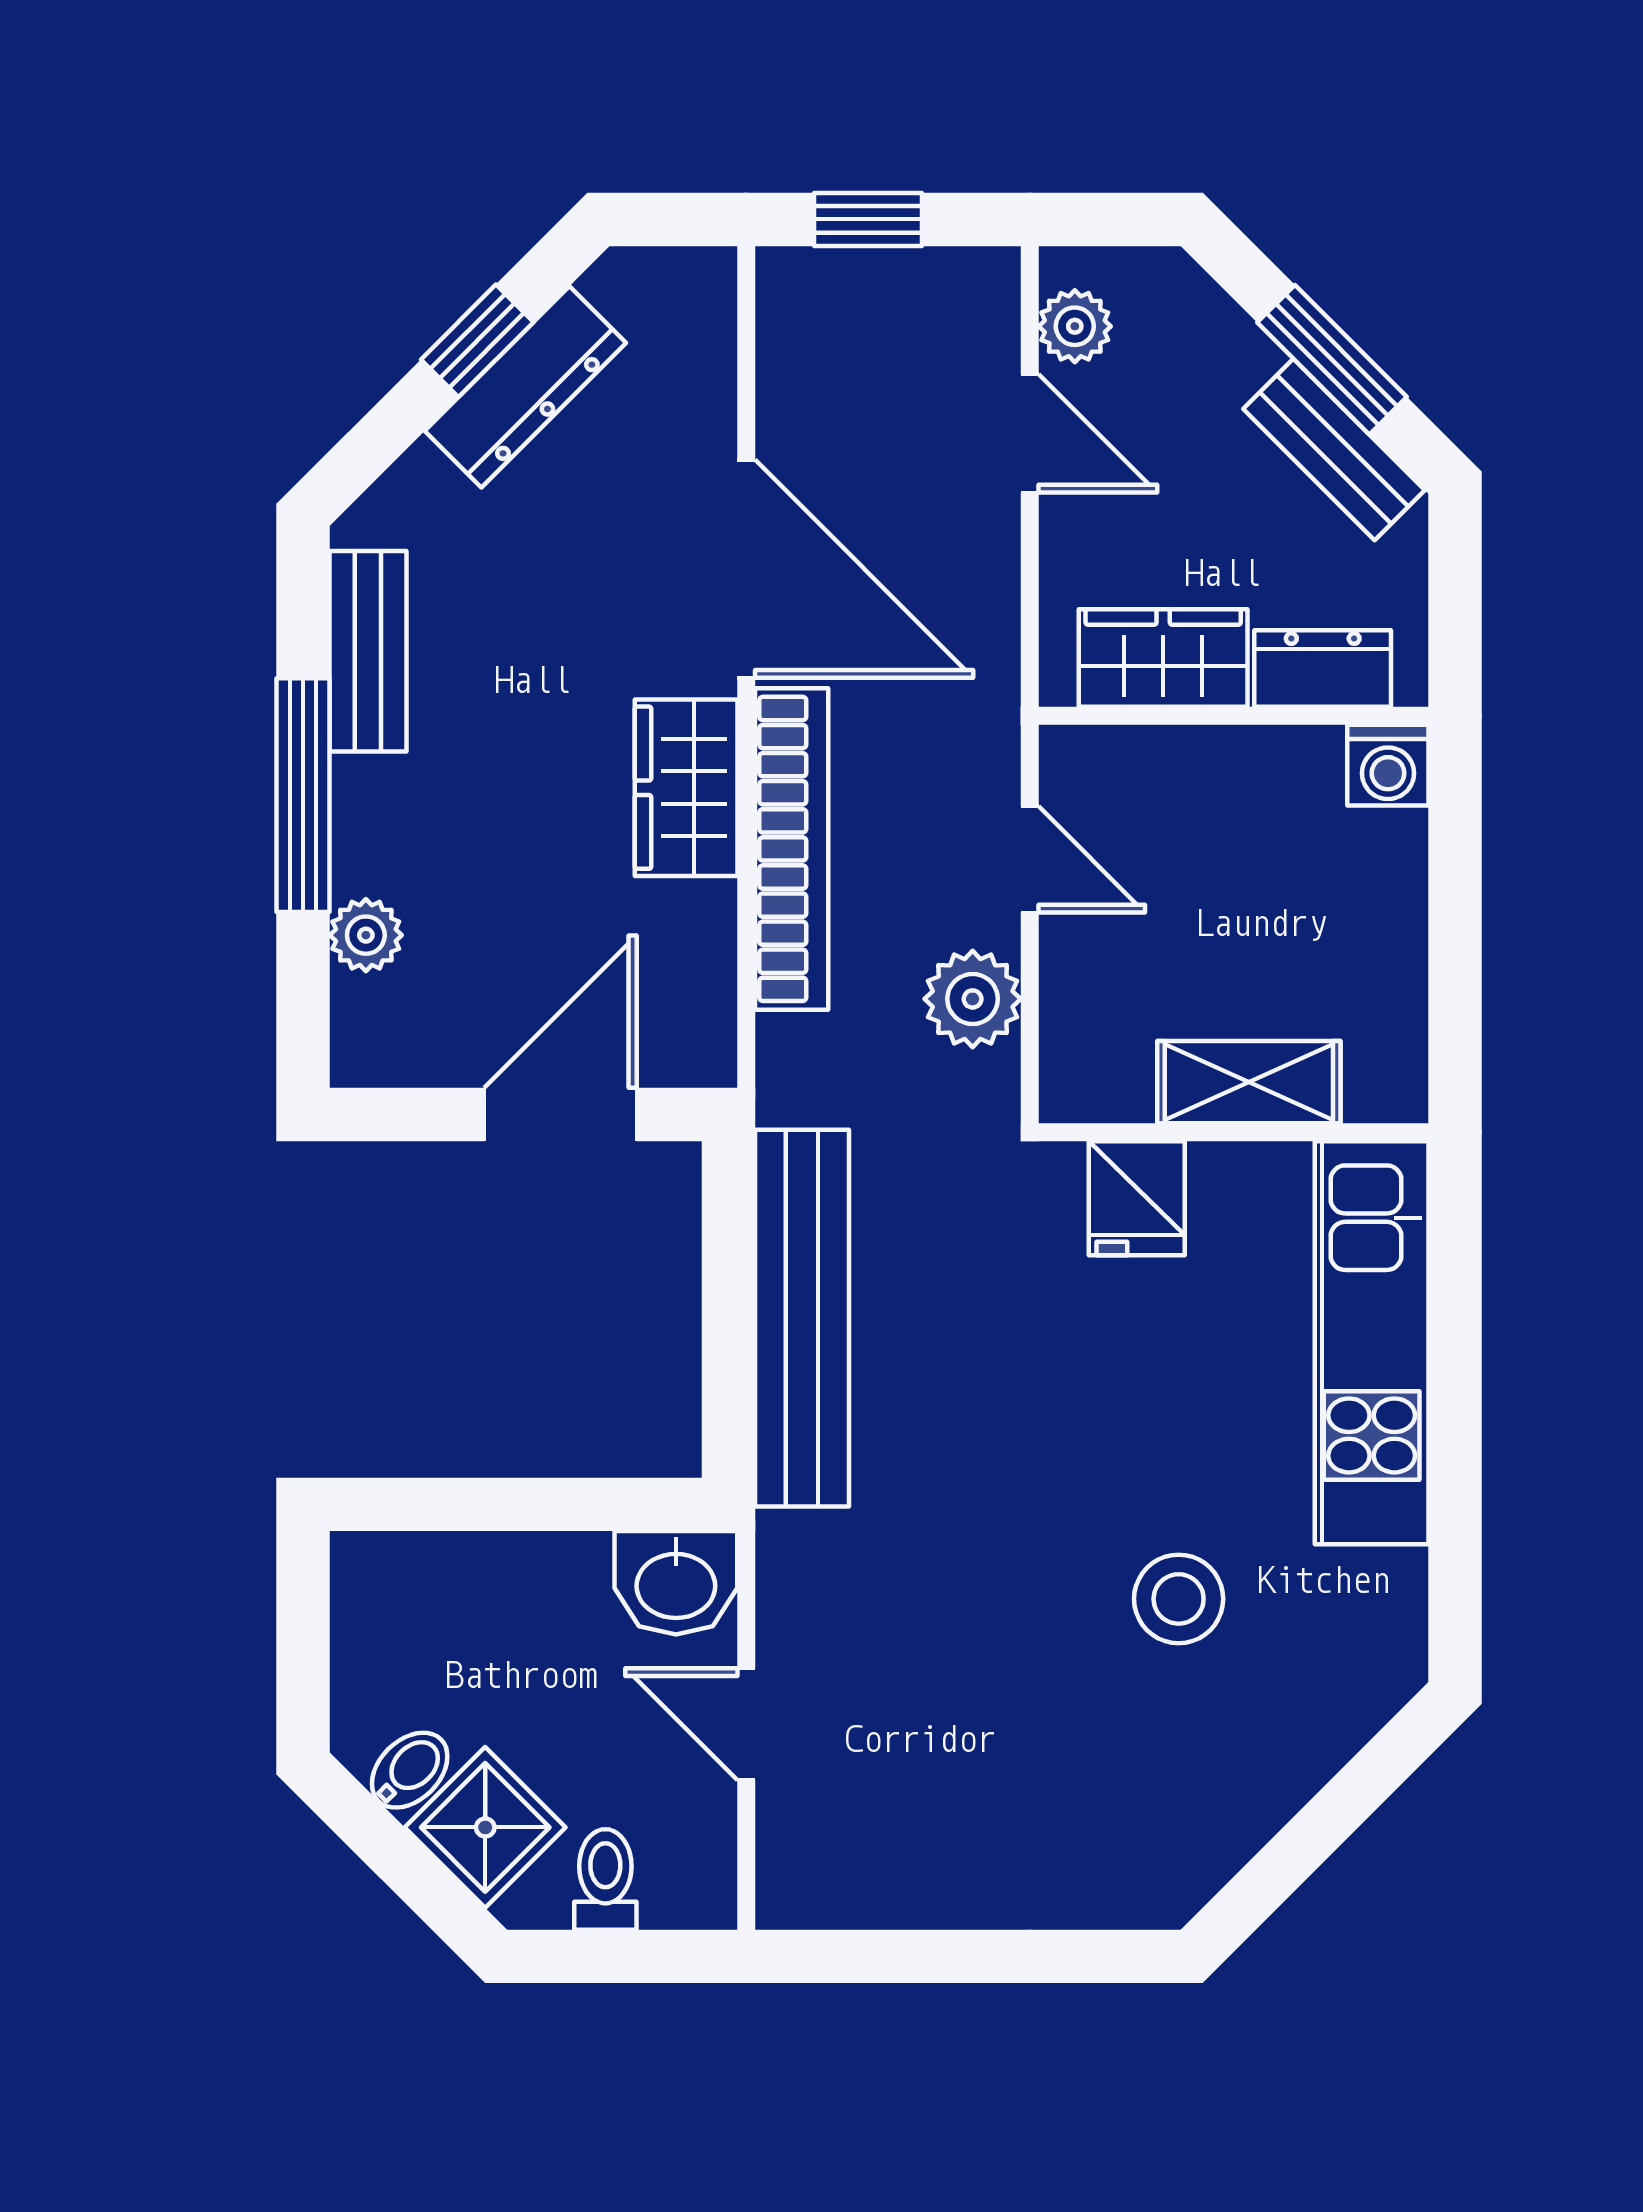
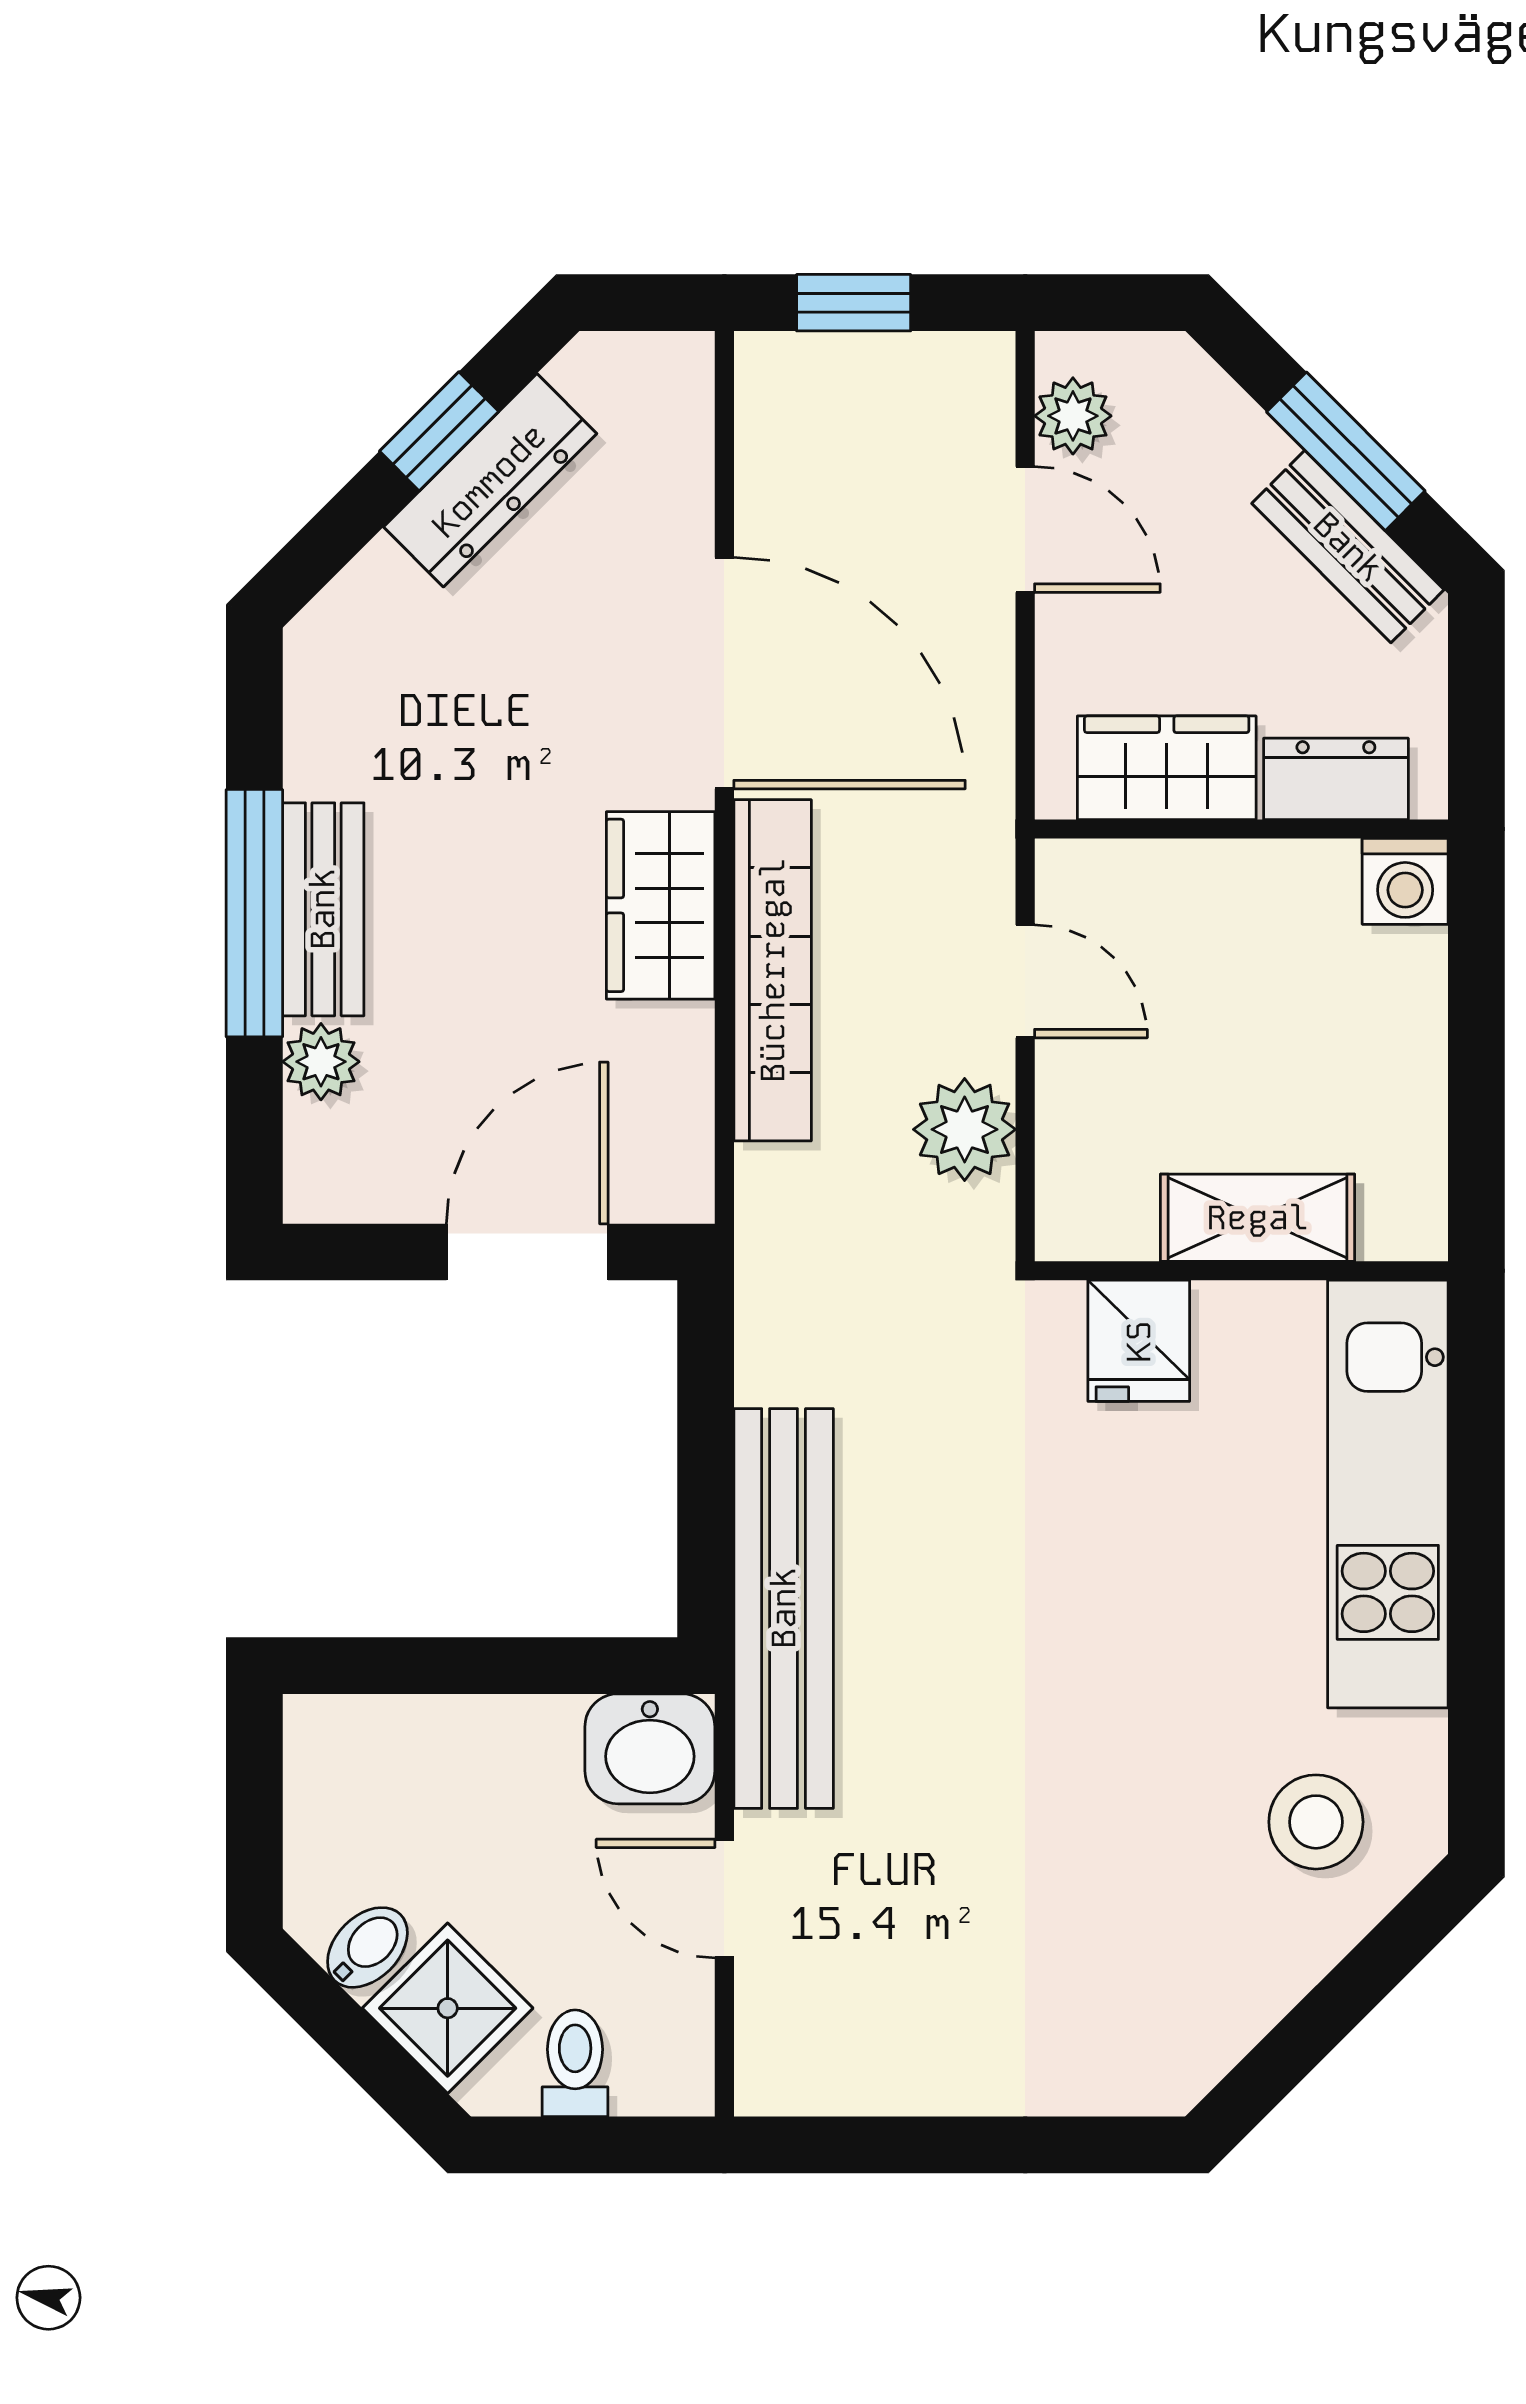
bench: (368, 651) -> (323, 909), moved
bench: (802, 1318) -> (784, 1608), moved
stool: (1179, 1599) -> (1316, 1822), moved

